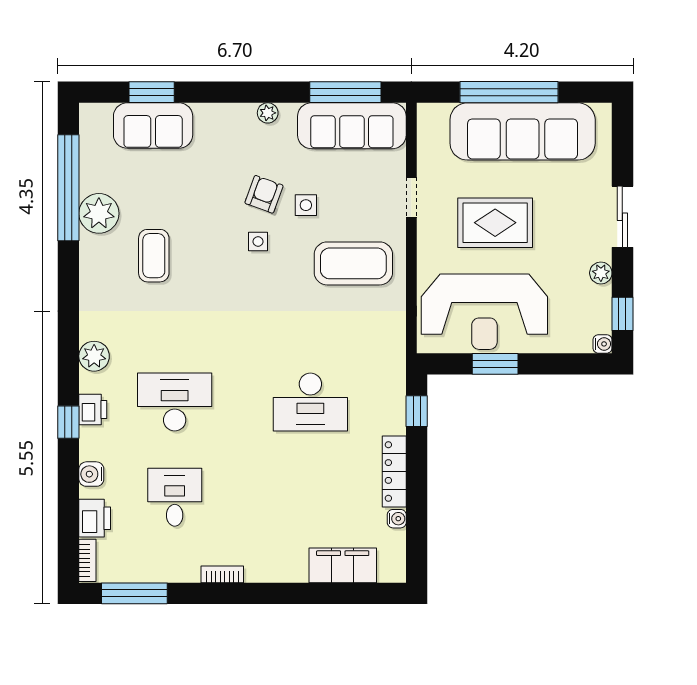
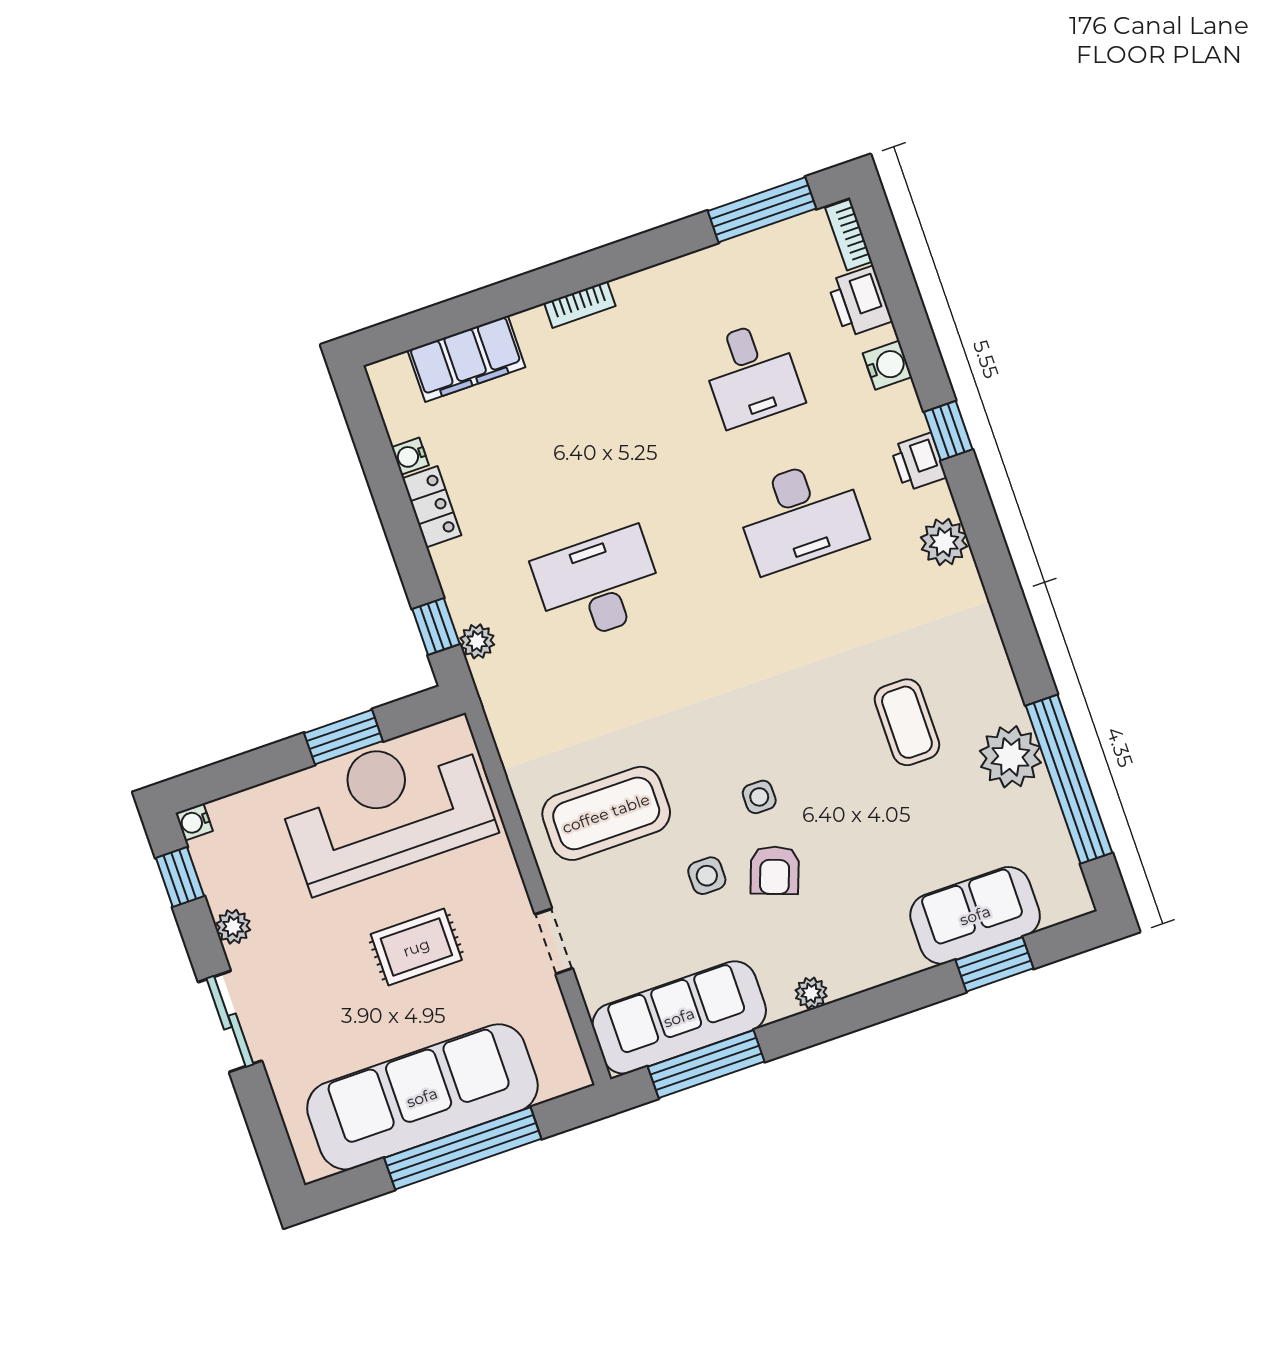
rug: (495, 223) -> (416, 947), width x0.73, depth x0.70
plant: (395, 394) -> (477, 641), added
locker: (394, 471) -> (432, 507), width x0.66
bookcase: (222, 574) -> (580, 305), moved

